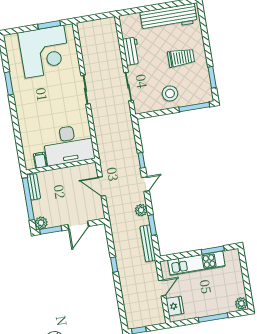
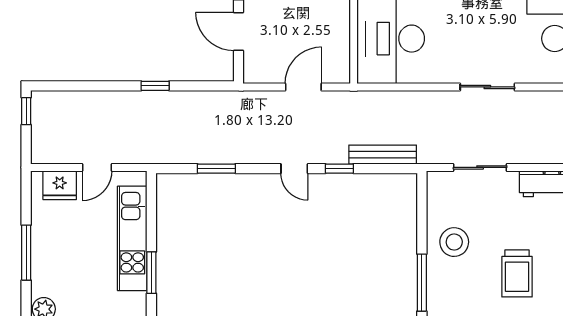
plant: (141, 210) -> (247, 153), removed
bench: (148, 243) -> (383, 155), moved
door: (162, 288) -> (97, 167), hinge flipped

